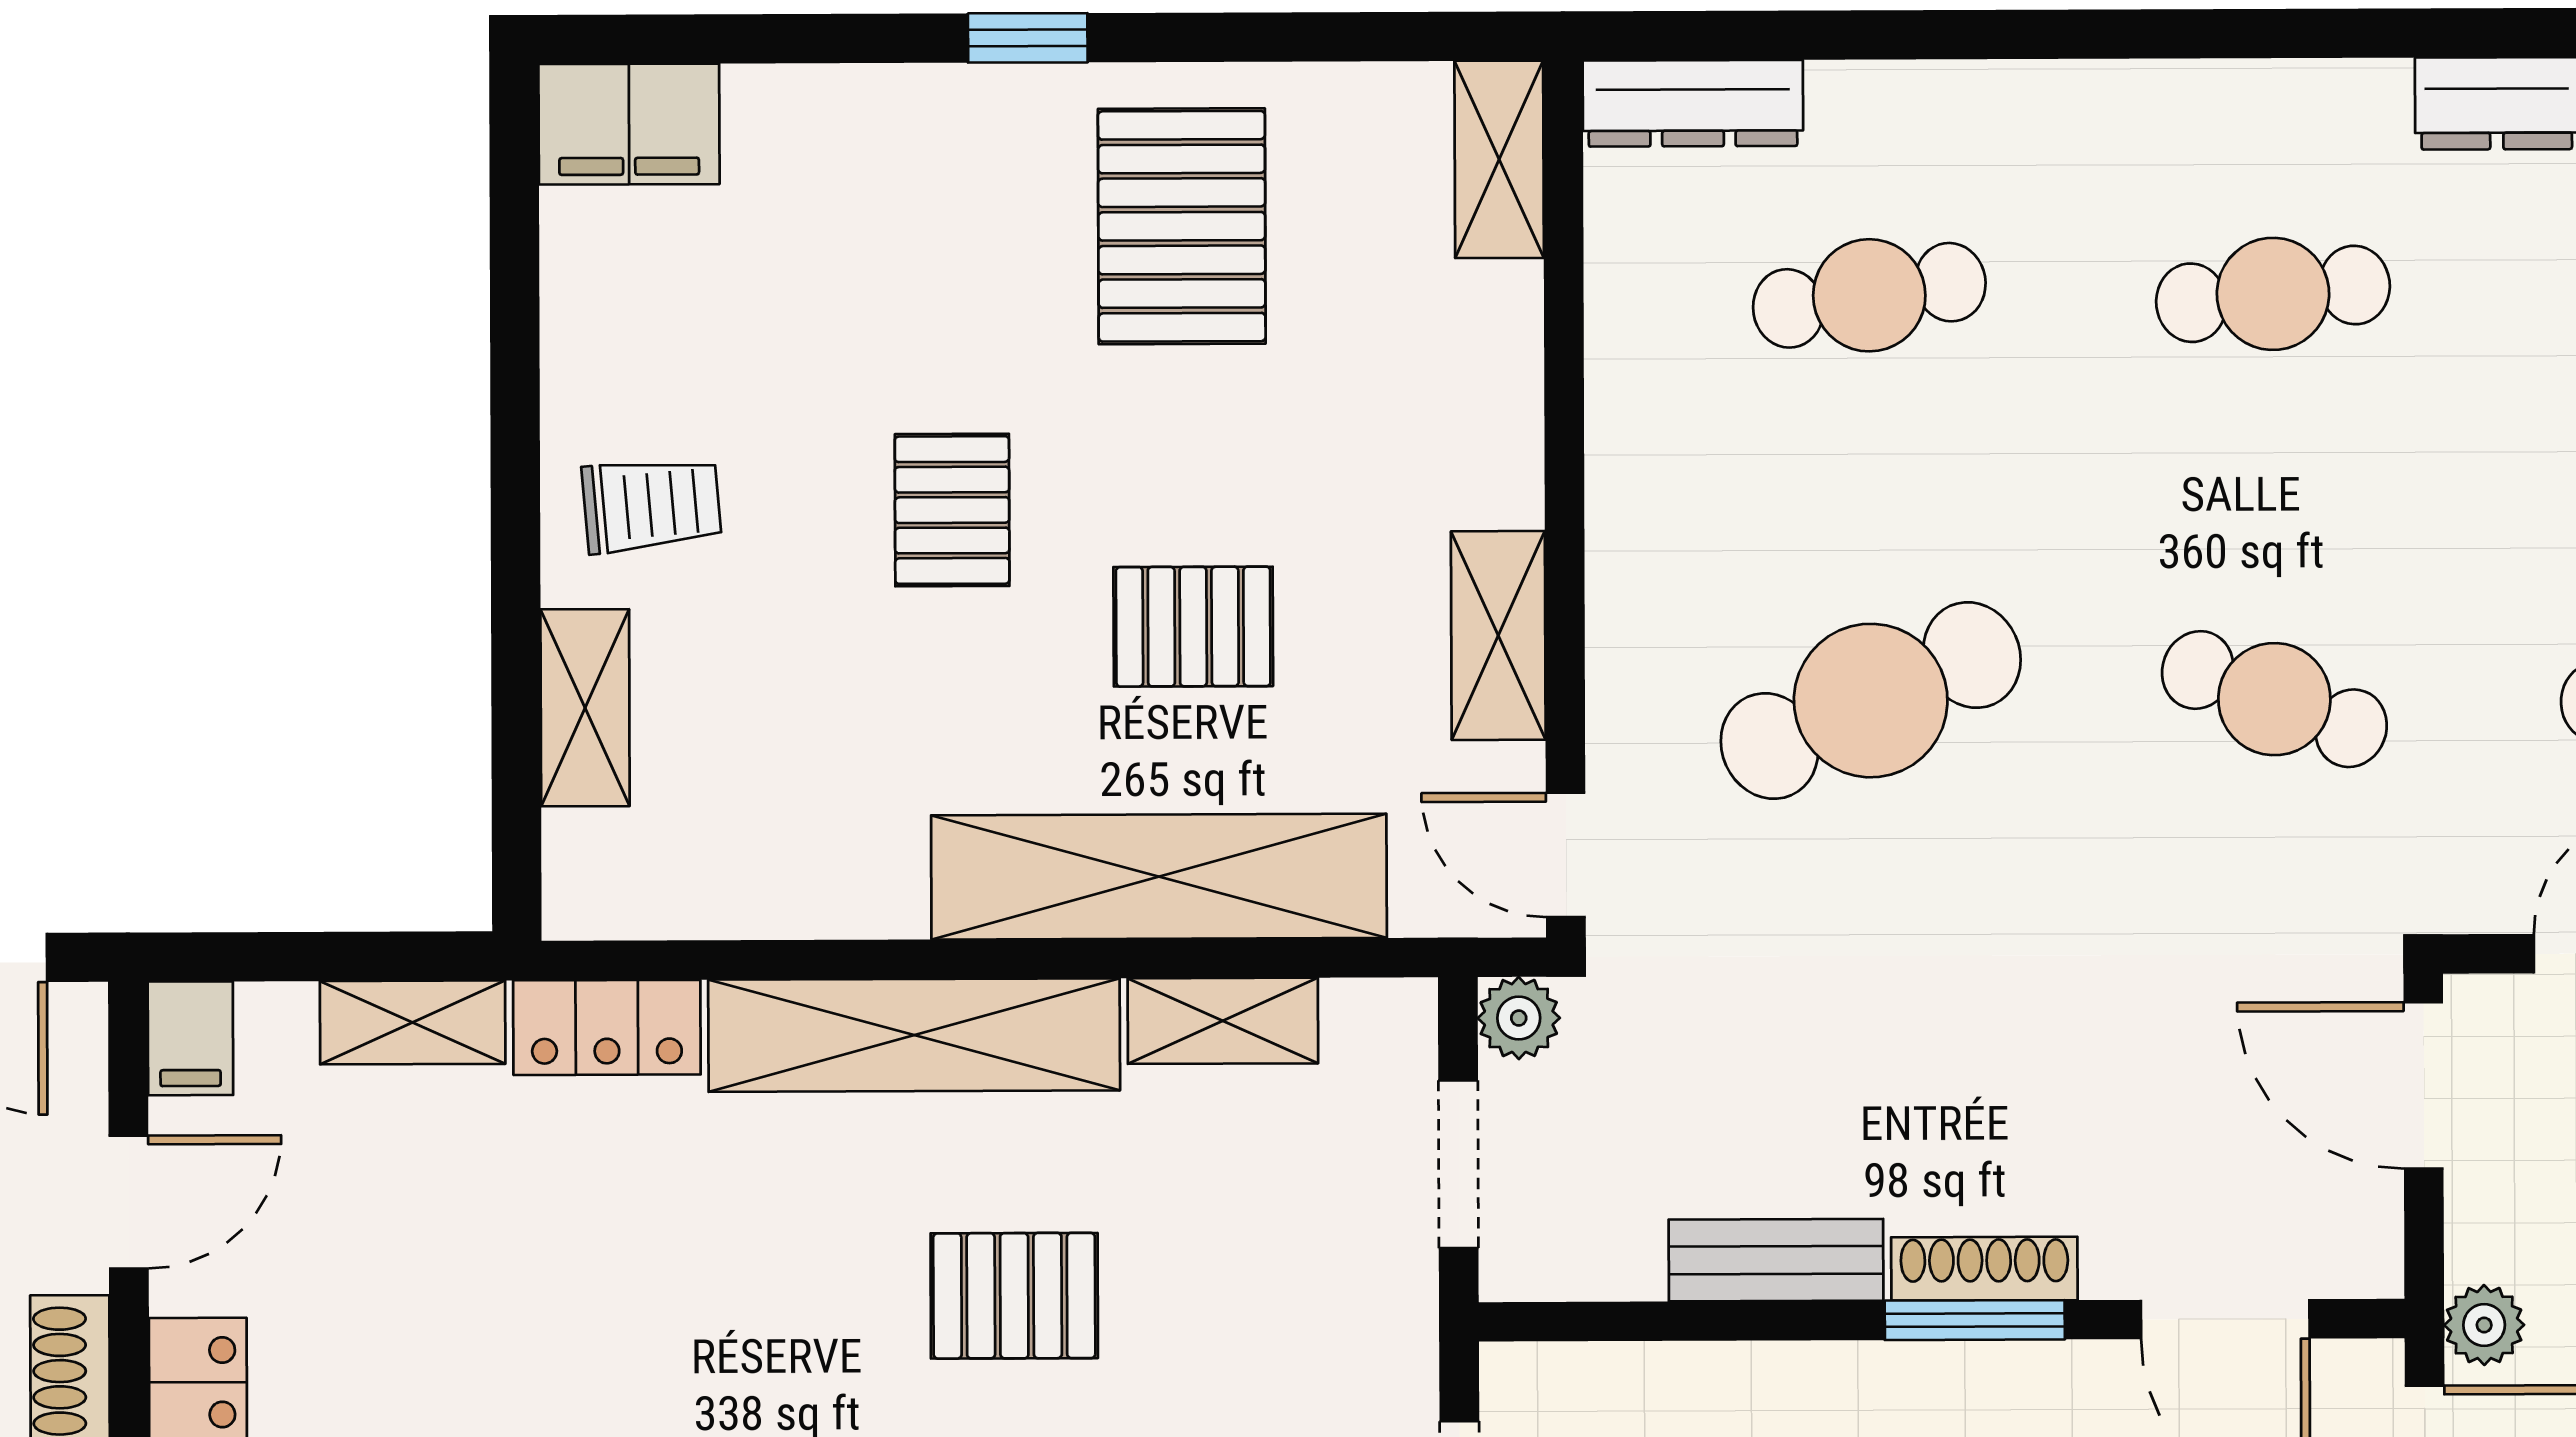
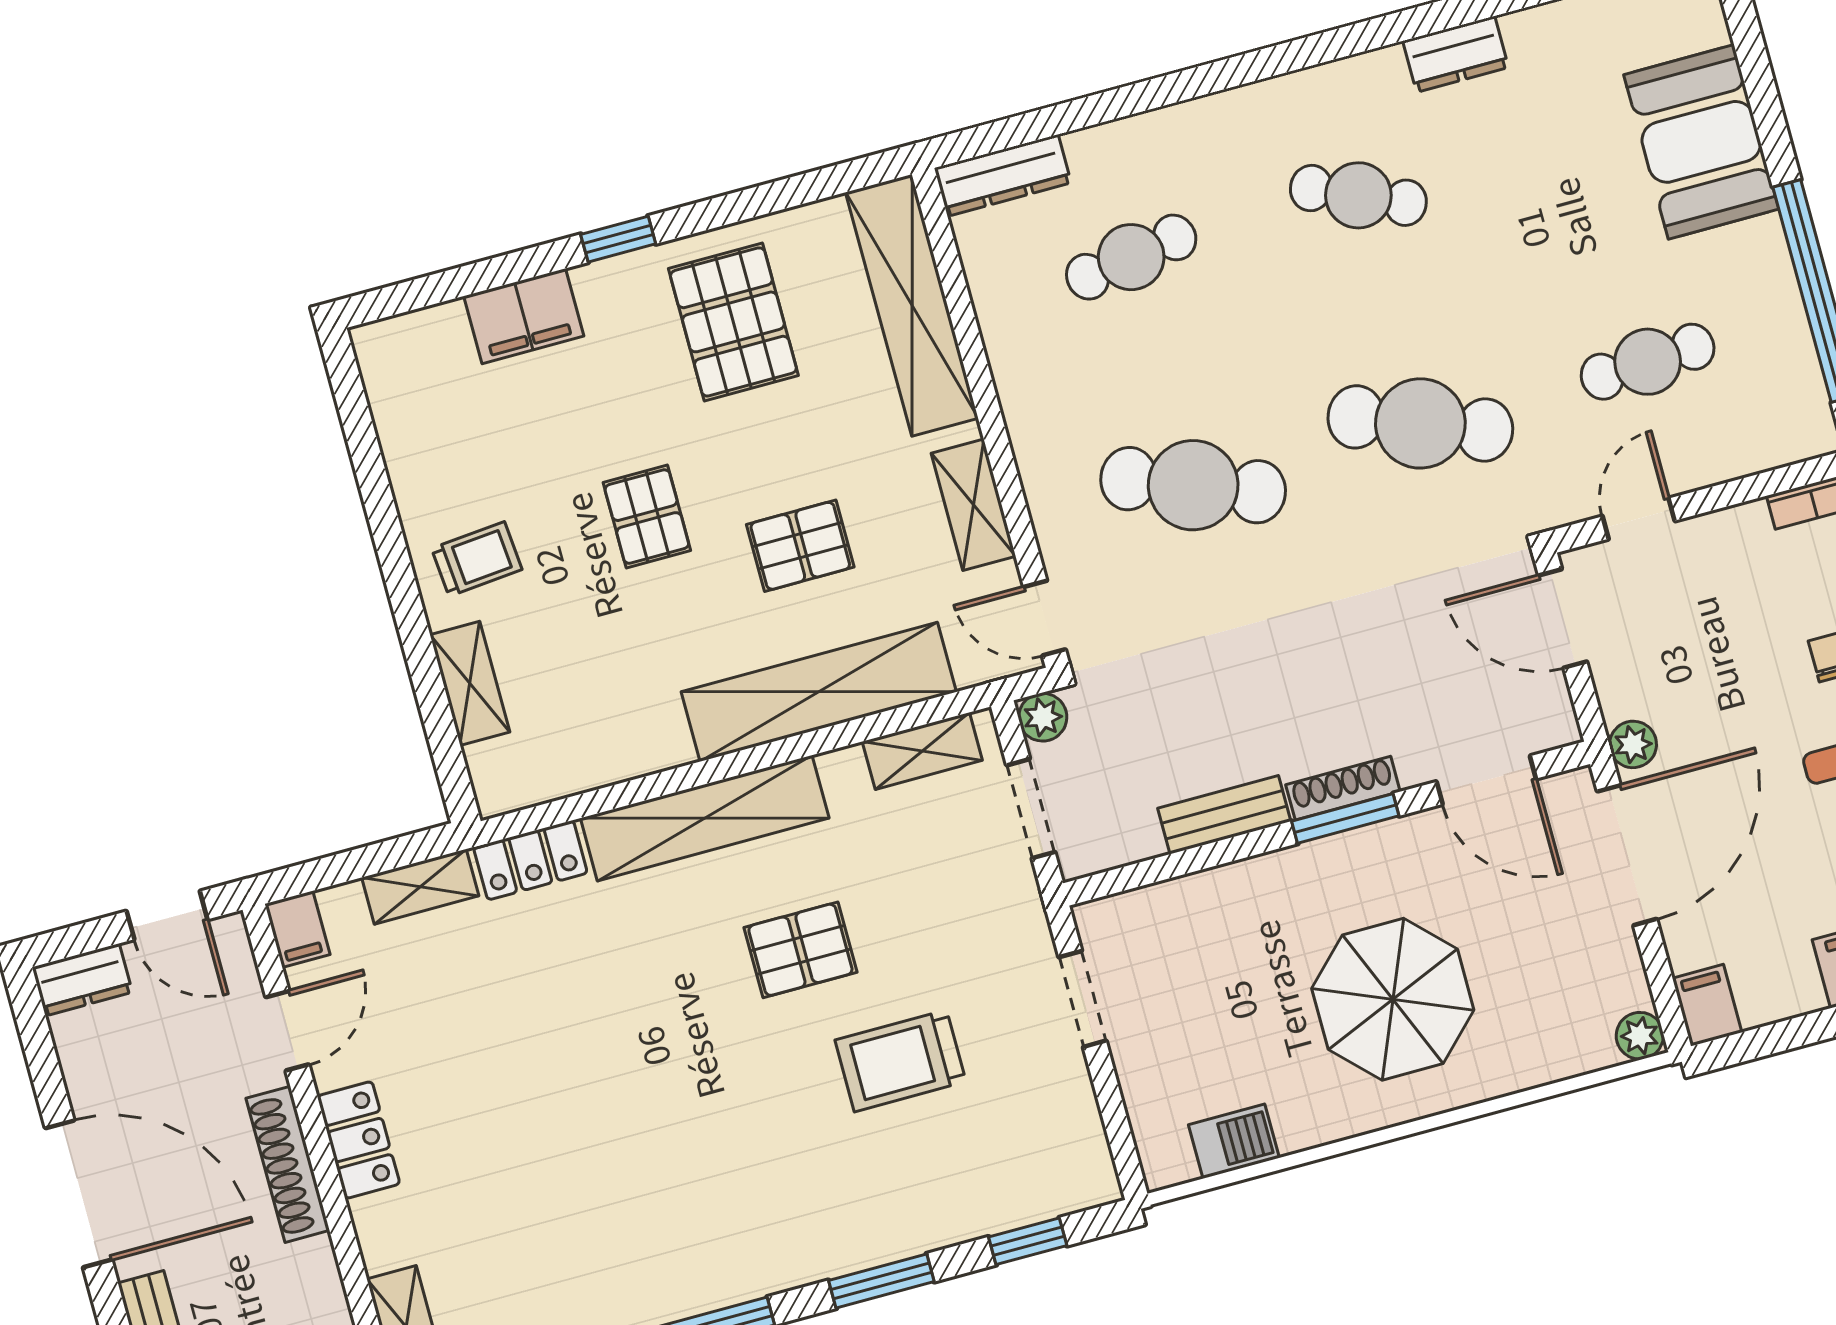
filing cabinet: (629, 124) -> (524, 316), moved
shelving: (1499, 159) -> (912, 305), width x2.20, depth x1.33
cafe table: (2273, 294) -> (1358, 195), turned 30
cafe table: (2274, 699) -> (1420, 423), width x1.37, depth x1.35
cafe table: (1871, 701) -> (1193, 485), turned 45
shelving: (1223, 1021) -> (922, 751), moved

